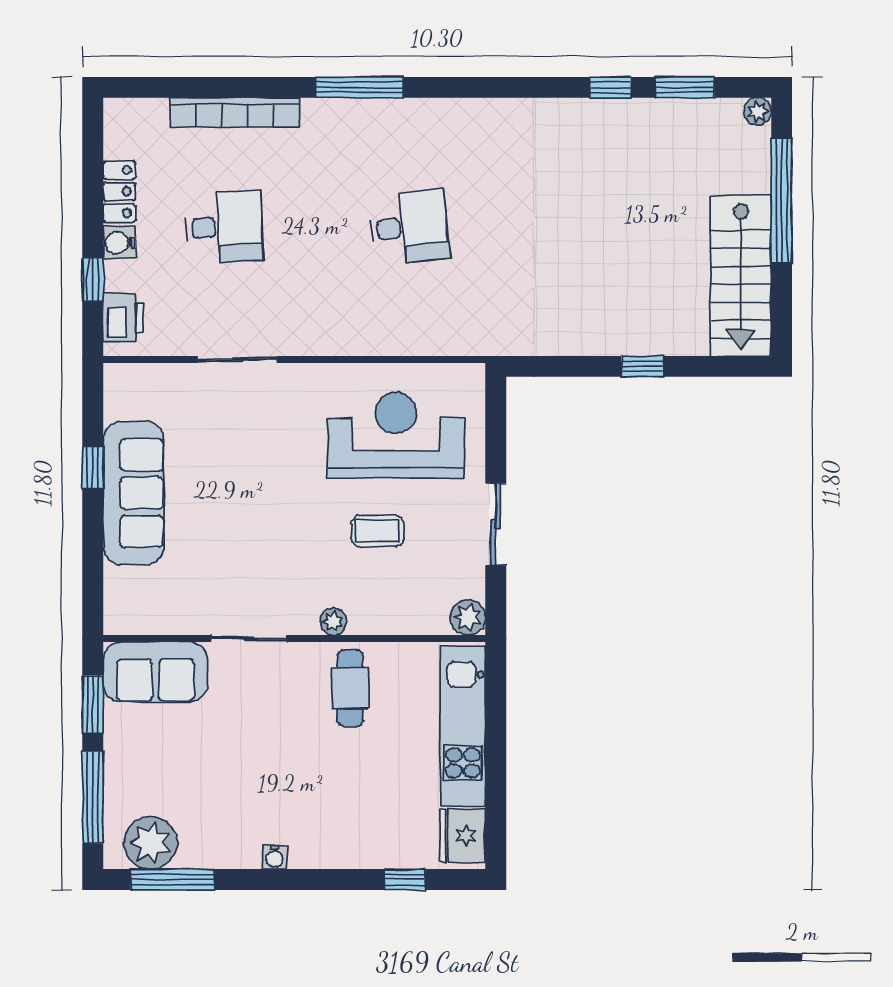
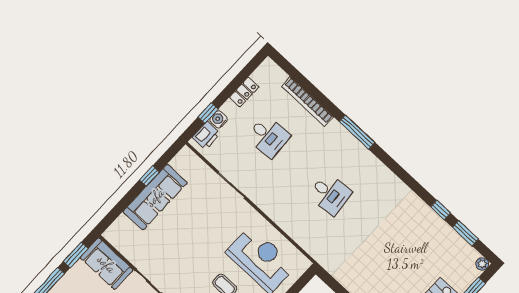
water cooler: (119, 243) -> (219, 120), moved

